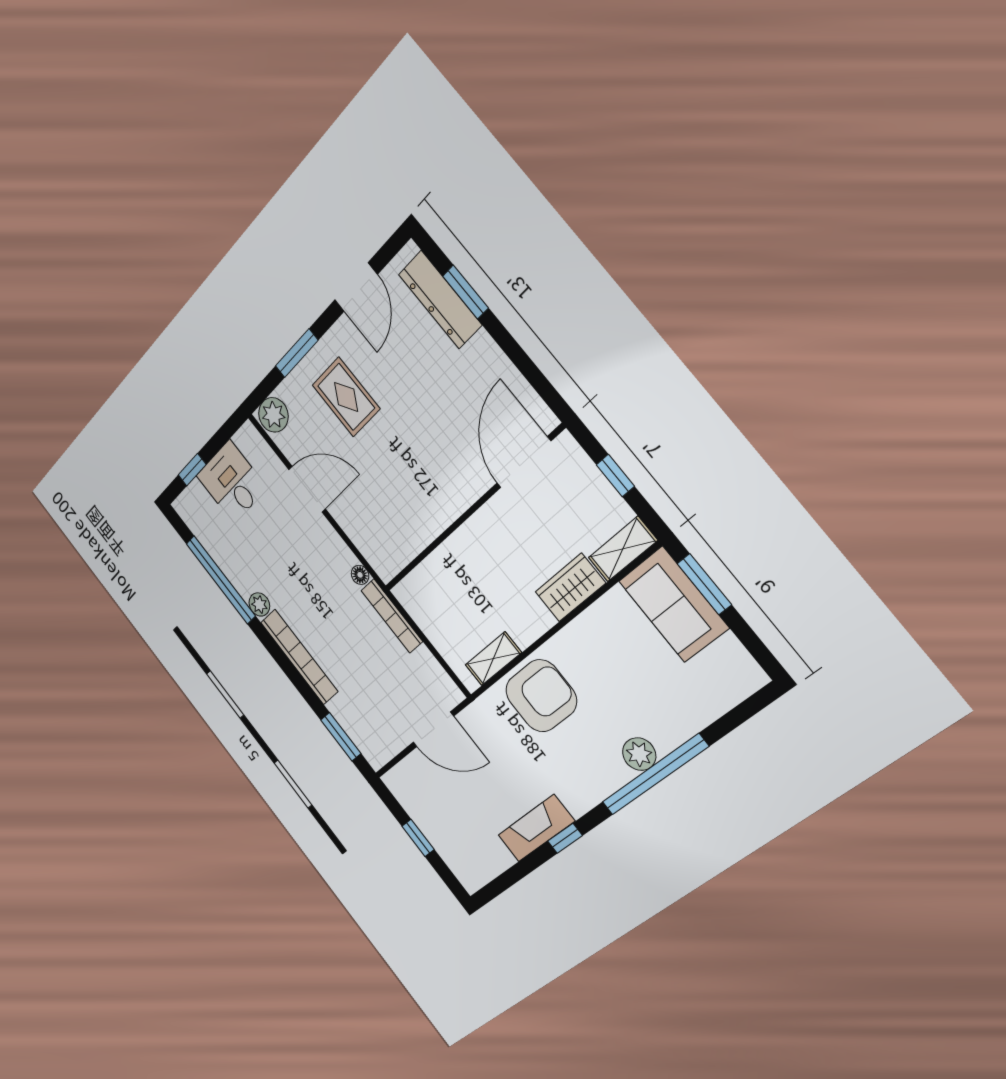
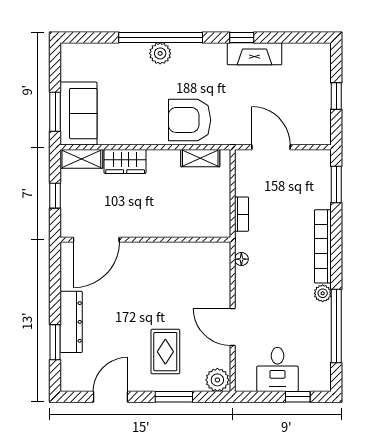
dresser: (440, 300) -> (71, 322), moved
bookcase: (392, 616) -> (242, 214), width x0.64

